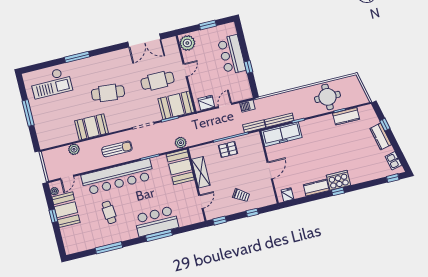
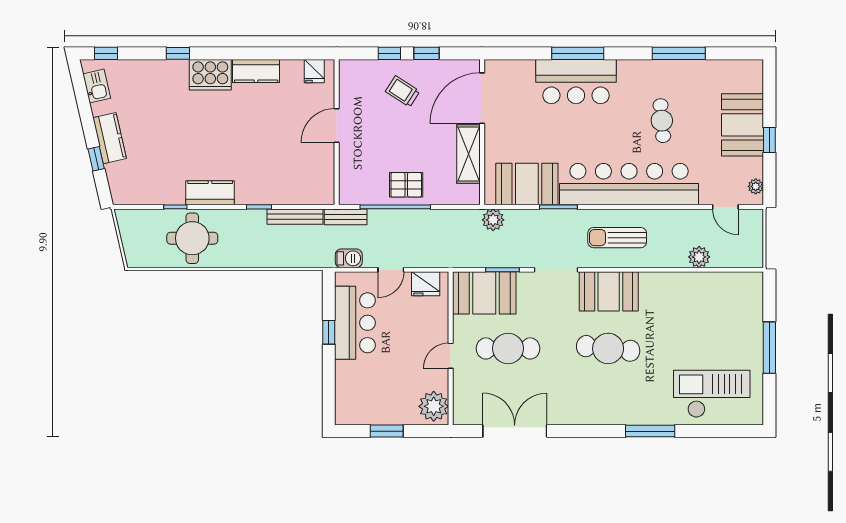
bar counter: (232, 55) -> (355, 323), moved
kitchen counter: (346, 116) -> (210, 193), moved
booth: (91, 127) -> (609, 291), moved
freezer: (282, 134) -> (297, 189), removed
booth: (180, 167) -> (527, 184), moved, turned 90
door: (67, 177) -> (725, 207), swing flipped
window: (338, 192) -> (178, 53), moved
door: (201, 202) -> (482, 98), width x1.87
booth: (66, 210) -> (743, 125), moved
window: (220, 221) -> (426, 53), moved

